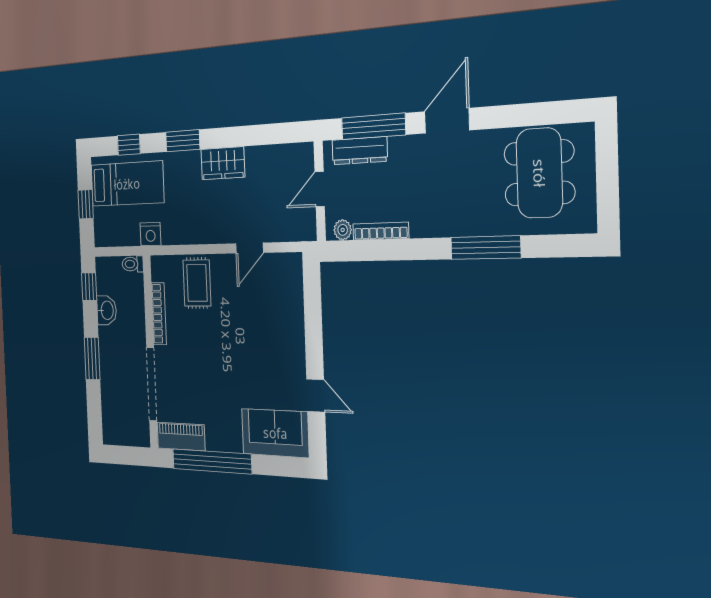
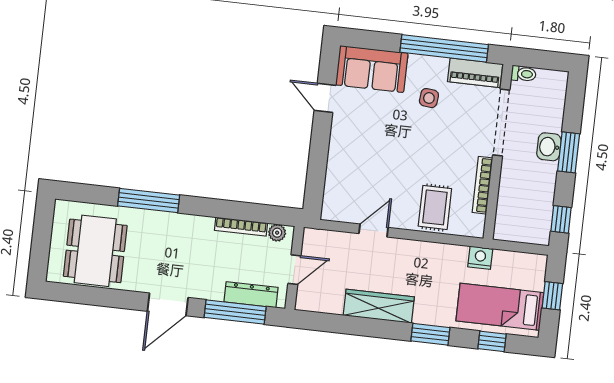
wardrobe: (223, 163) -> (379, 306), width x1.50
toilet: (133, 264) -> (524, 74), moved
washbasin: (107, 310) -> (549, 147), moved
side table: (218, 405) -> (429, 98), added

